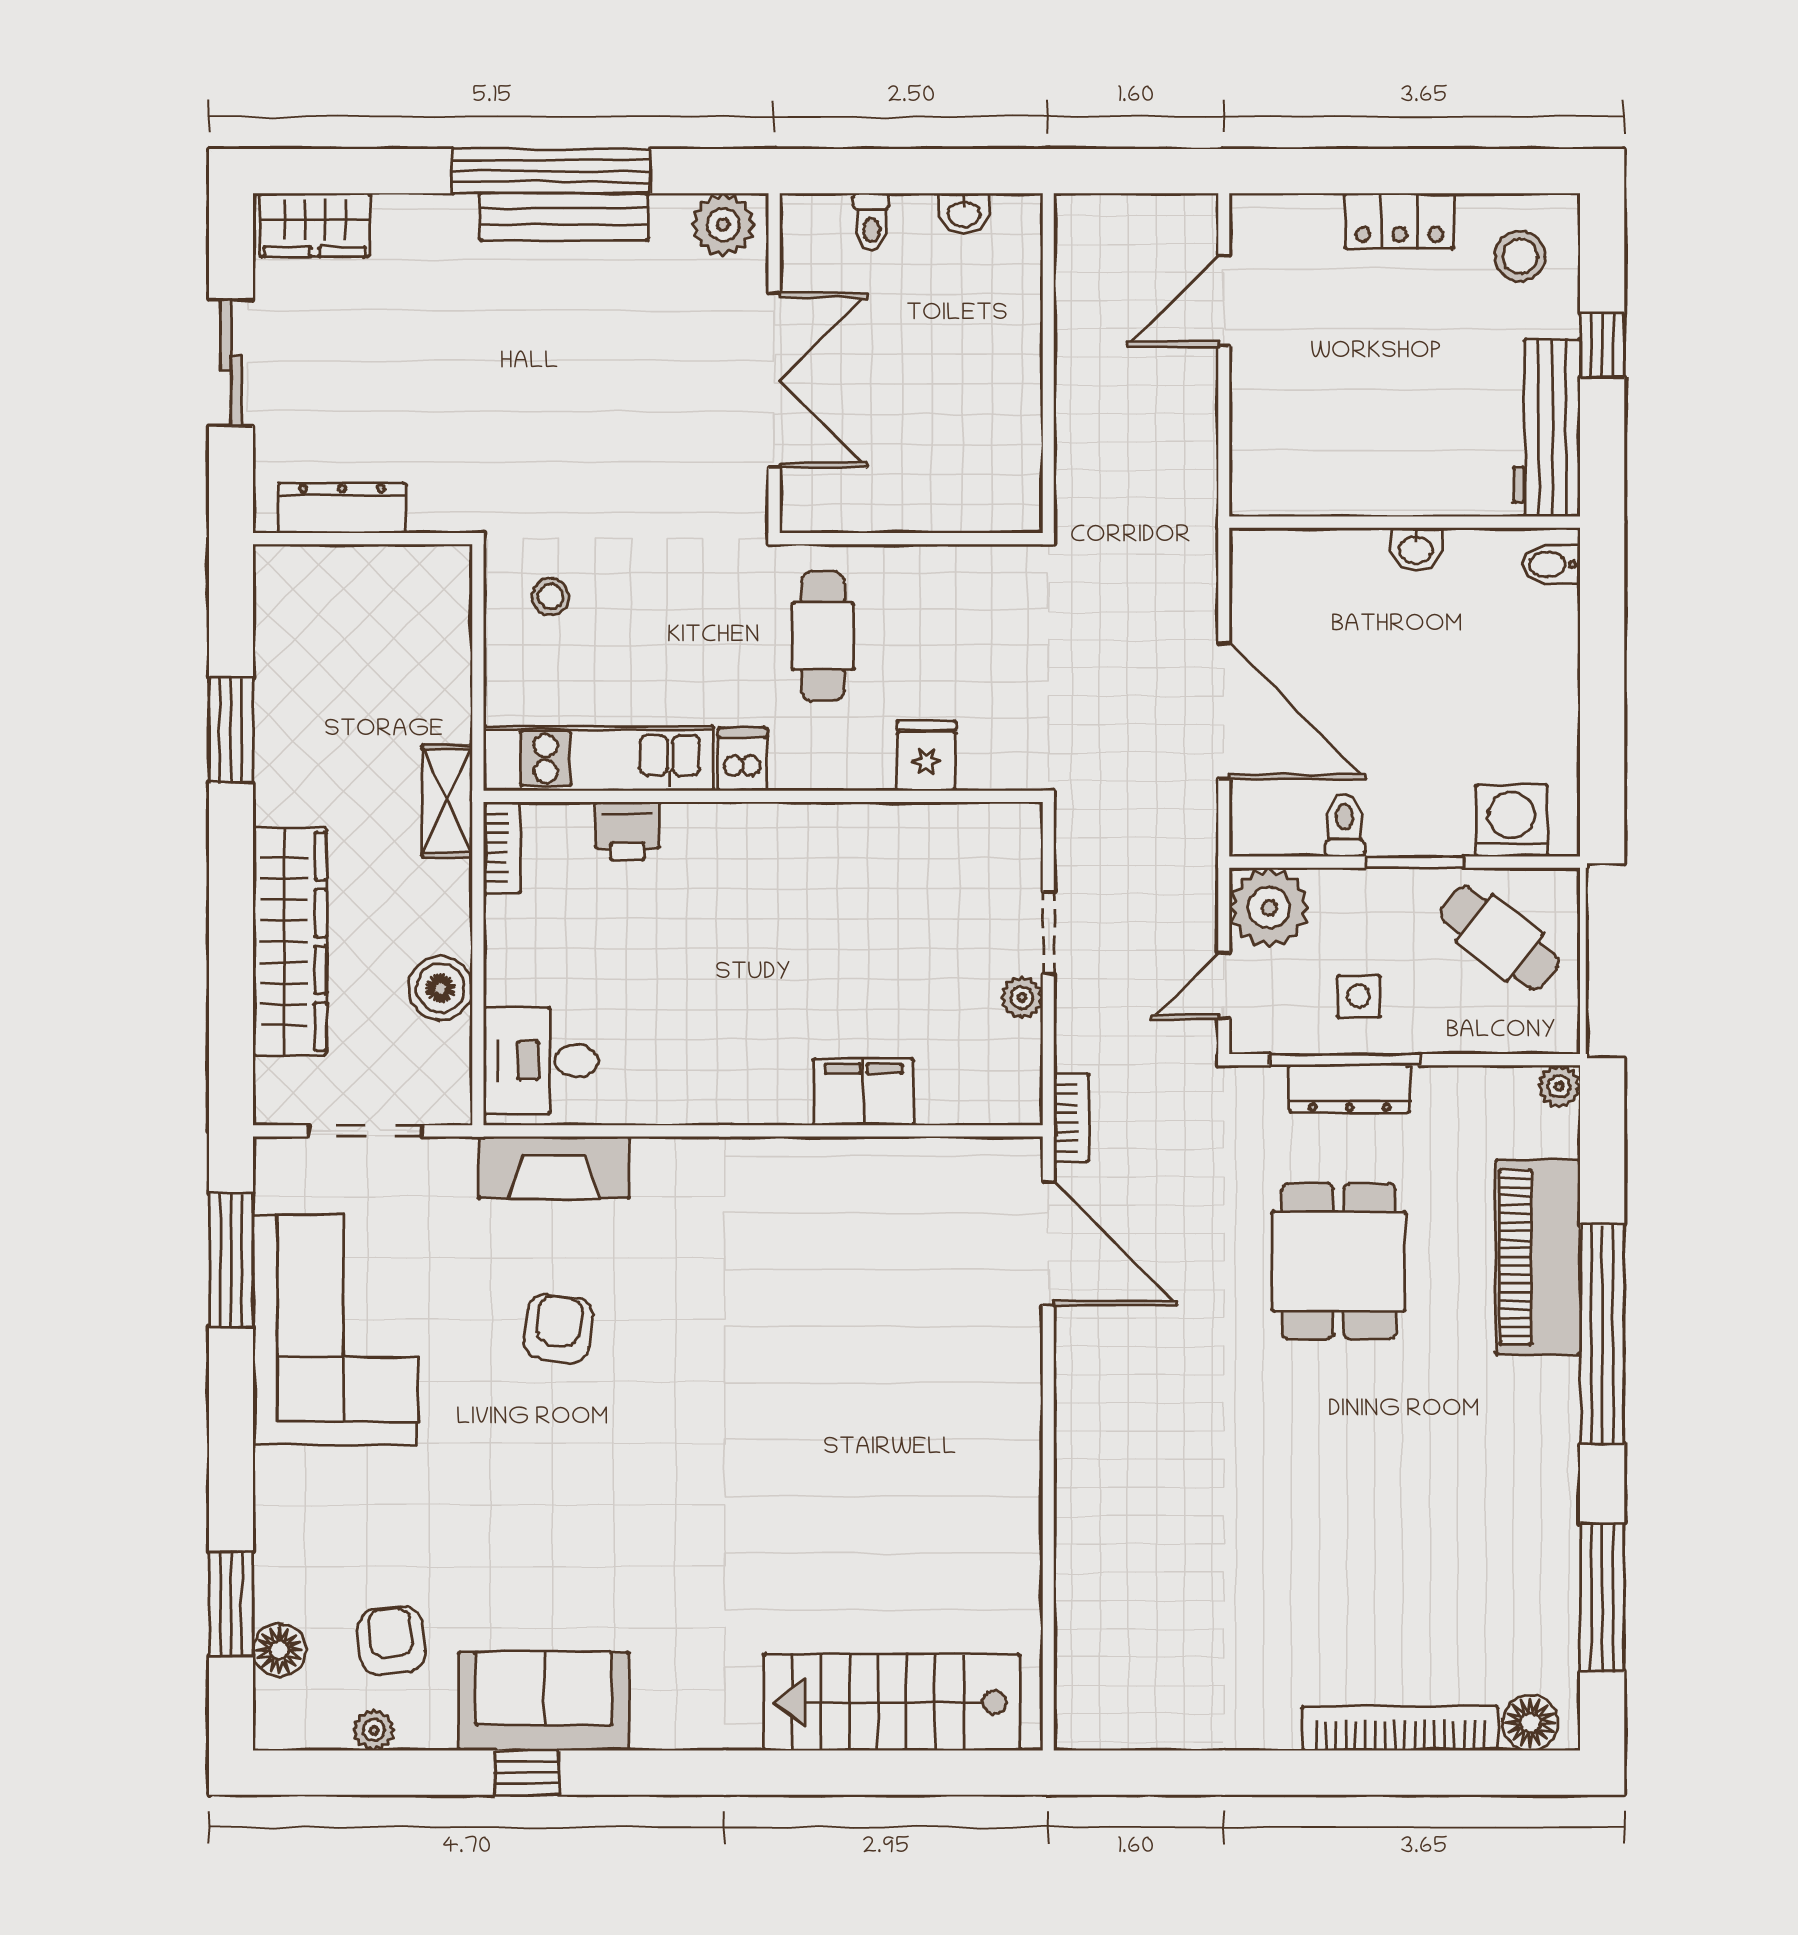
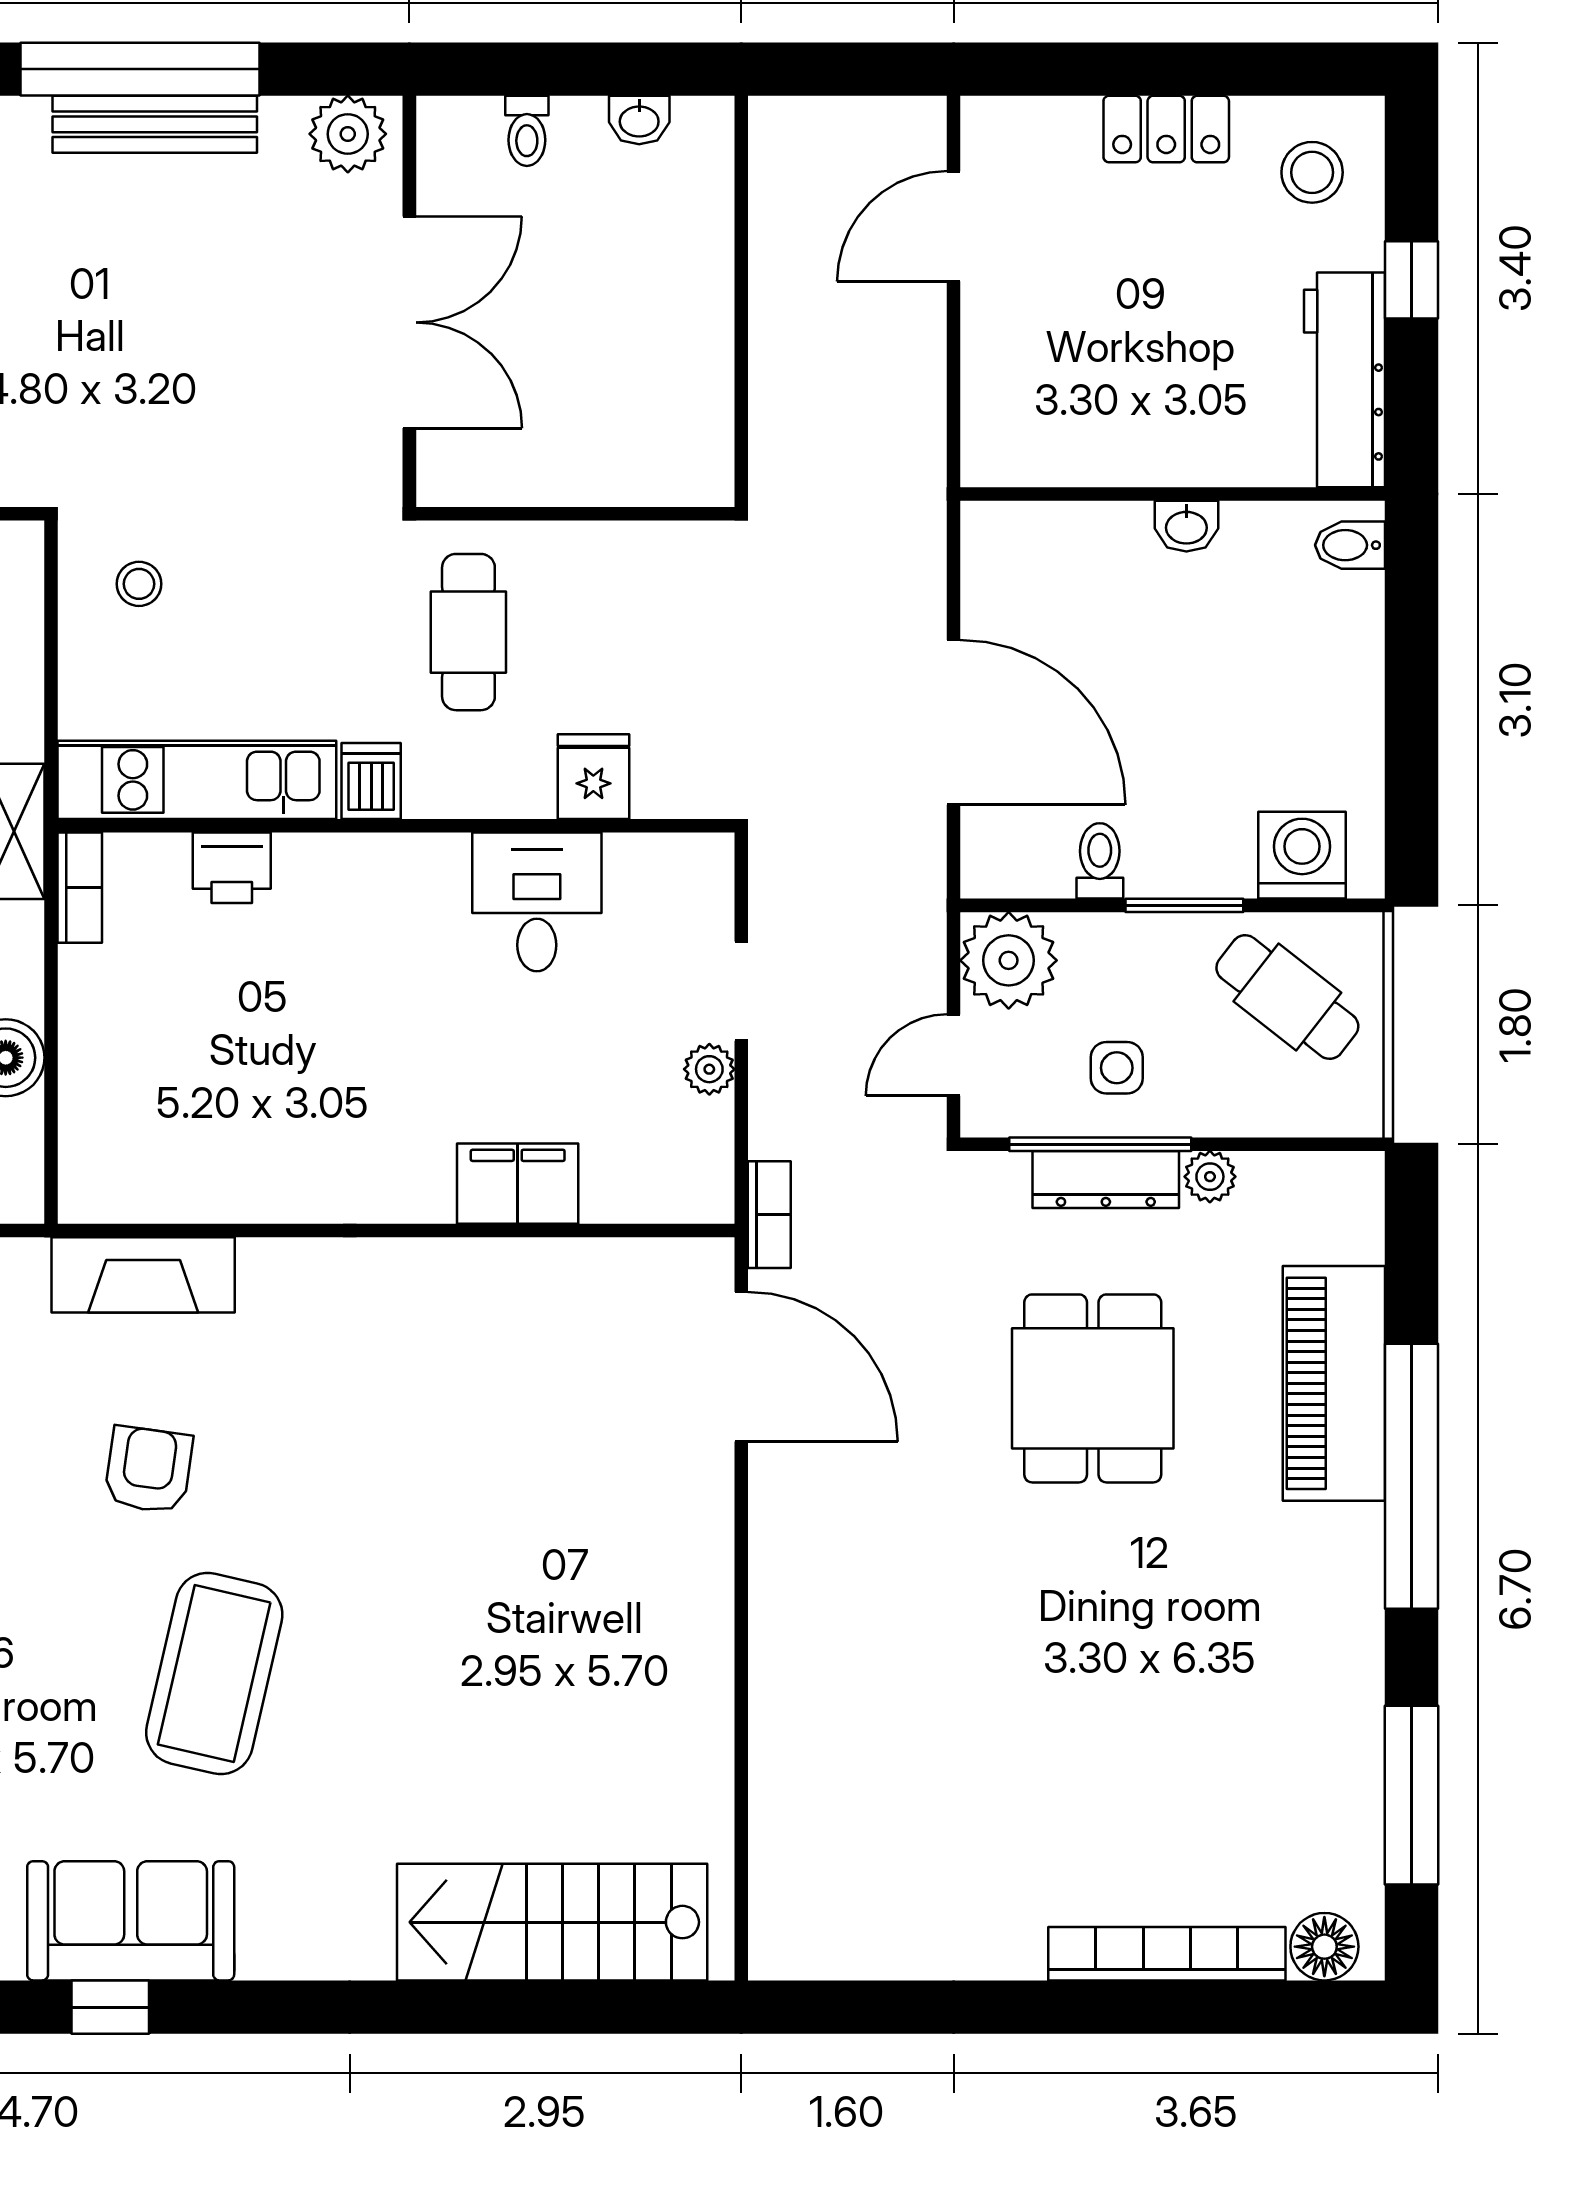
desk: (541, 1061) -> (537, 902), moved, turned 90
plant: (1559, 1086) -> (1210, 1177), moved
coffee table: (613, 1497) -> (214, 1674), added

